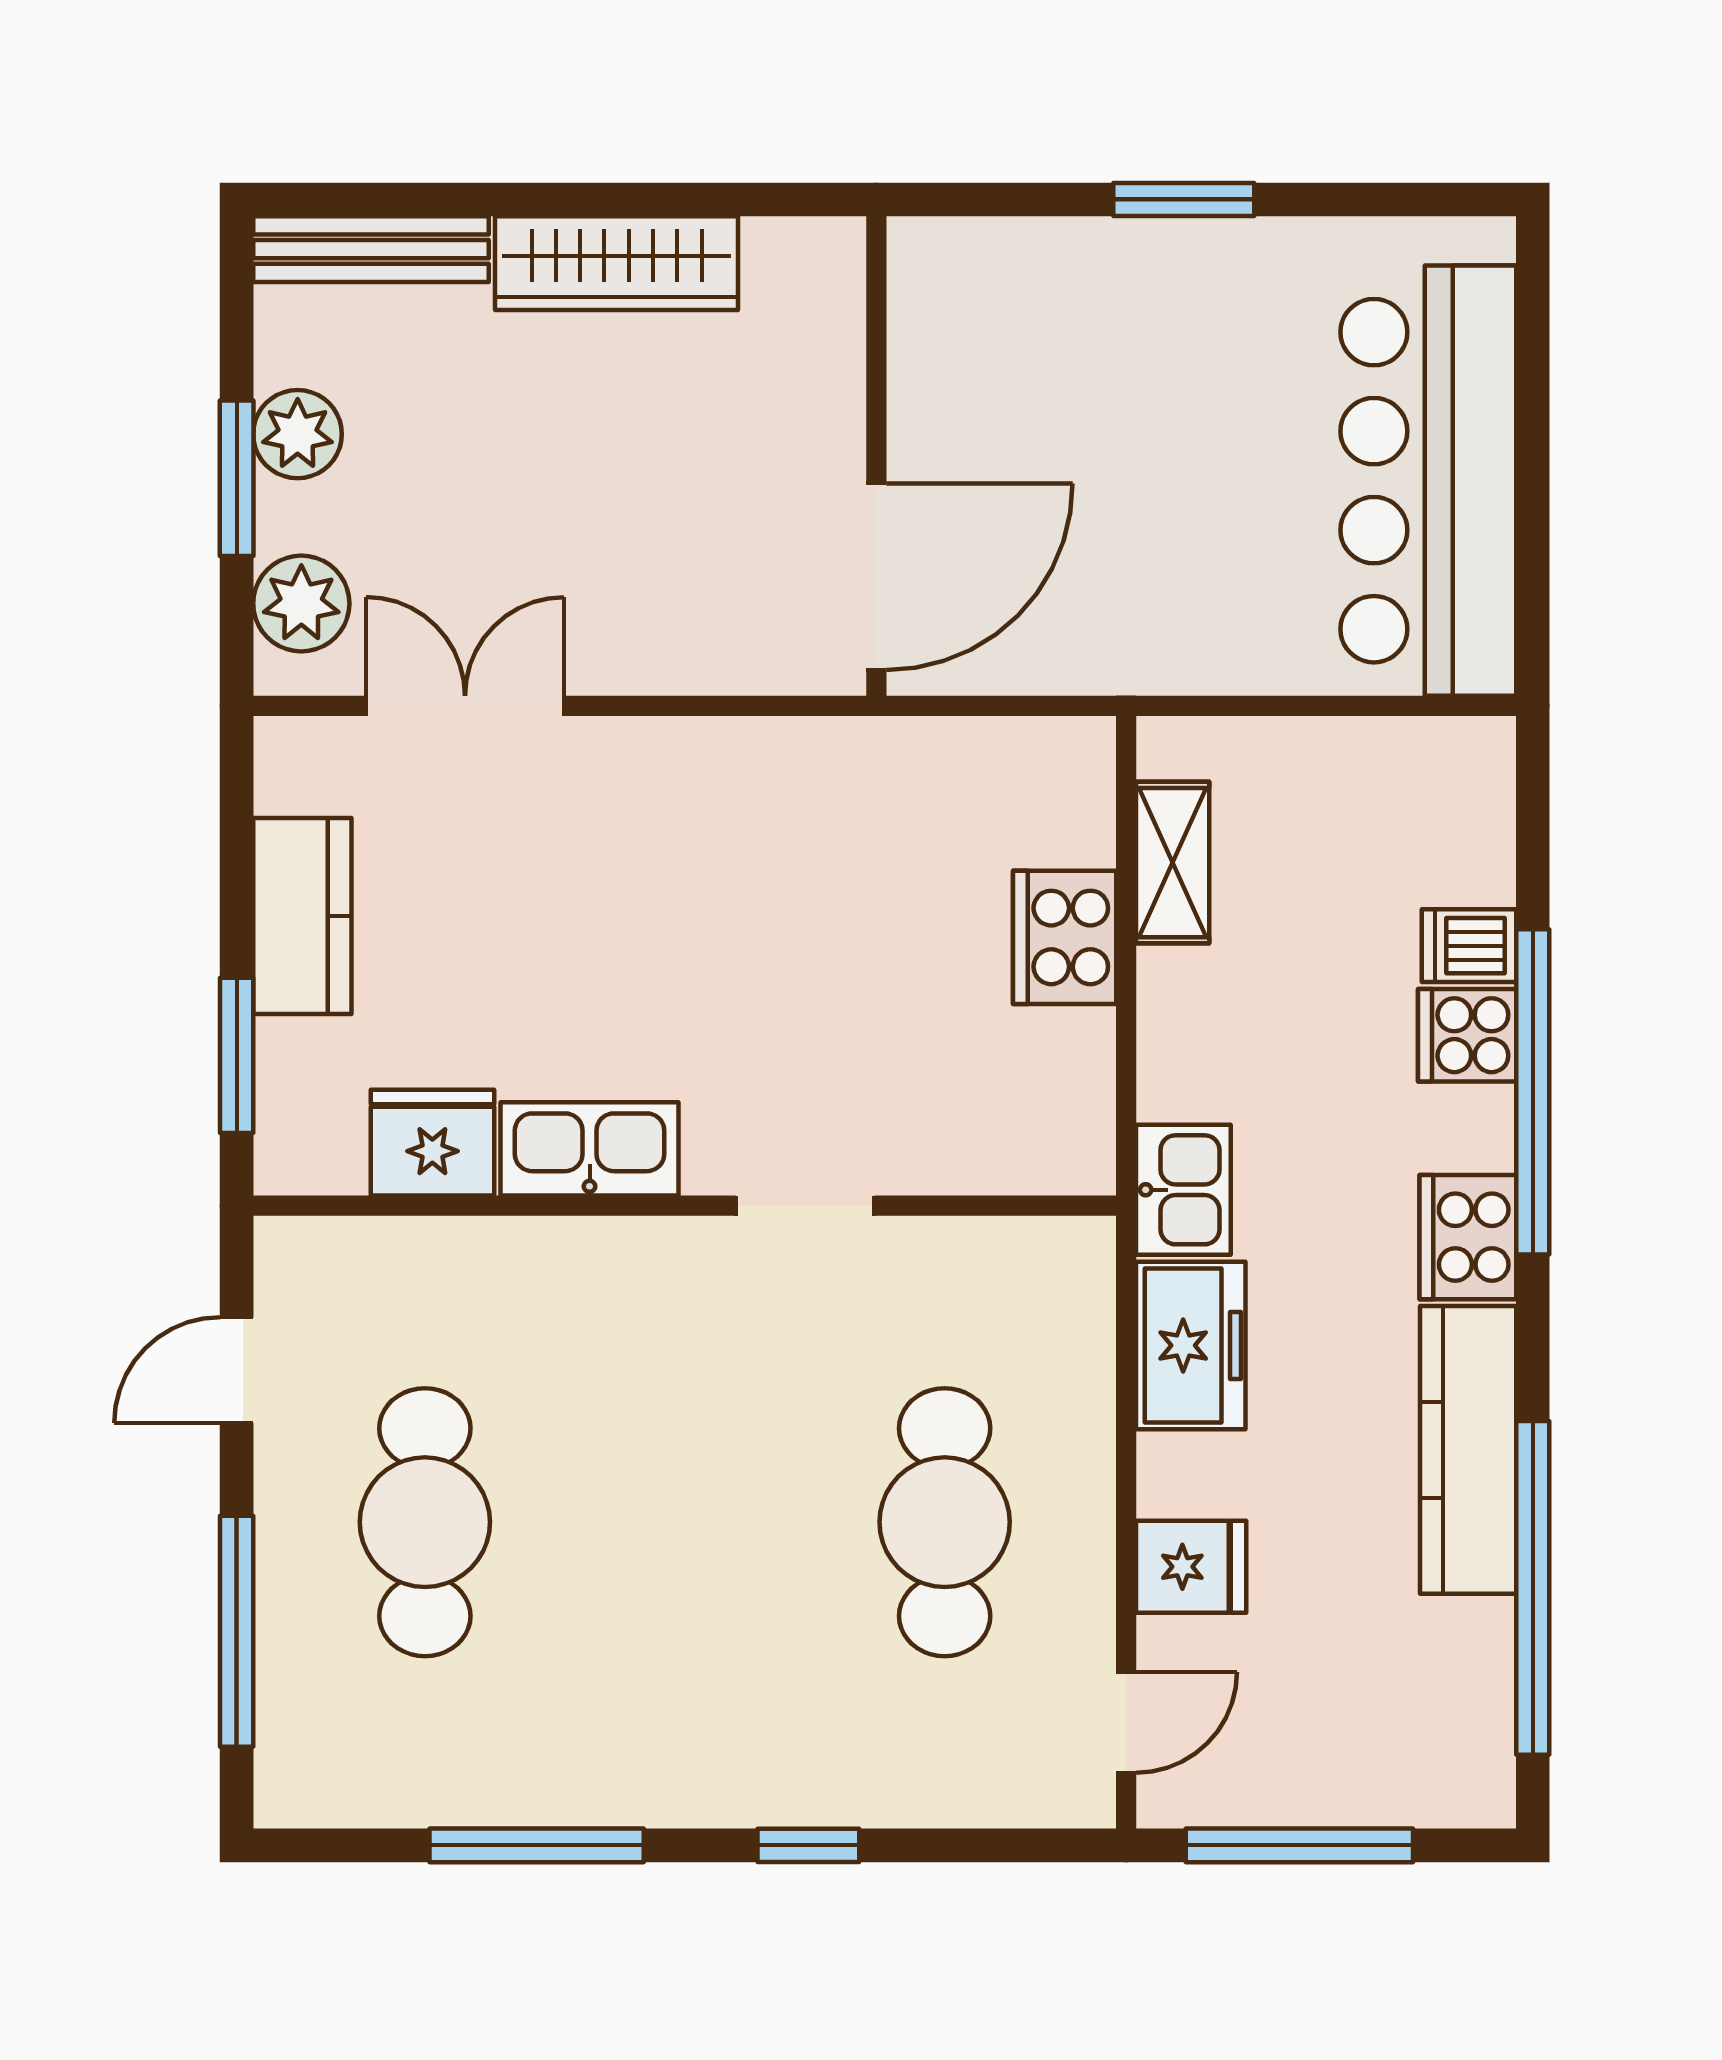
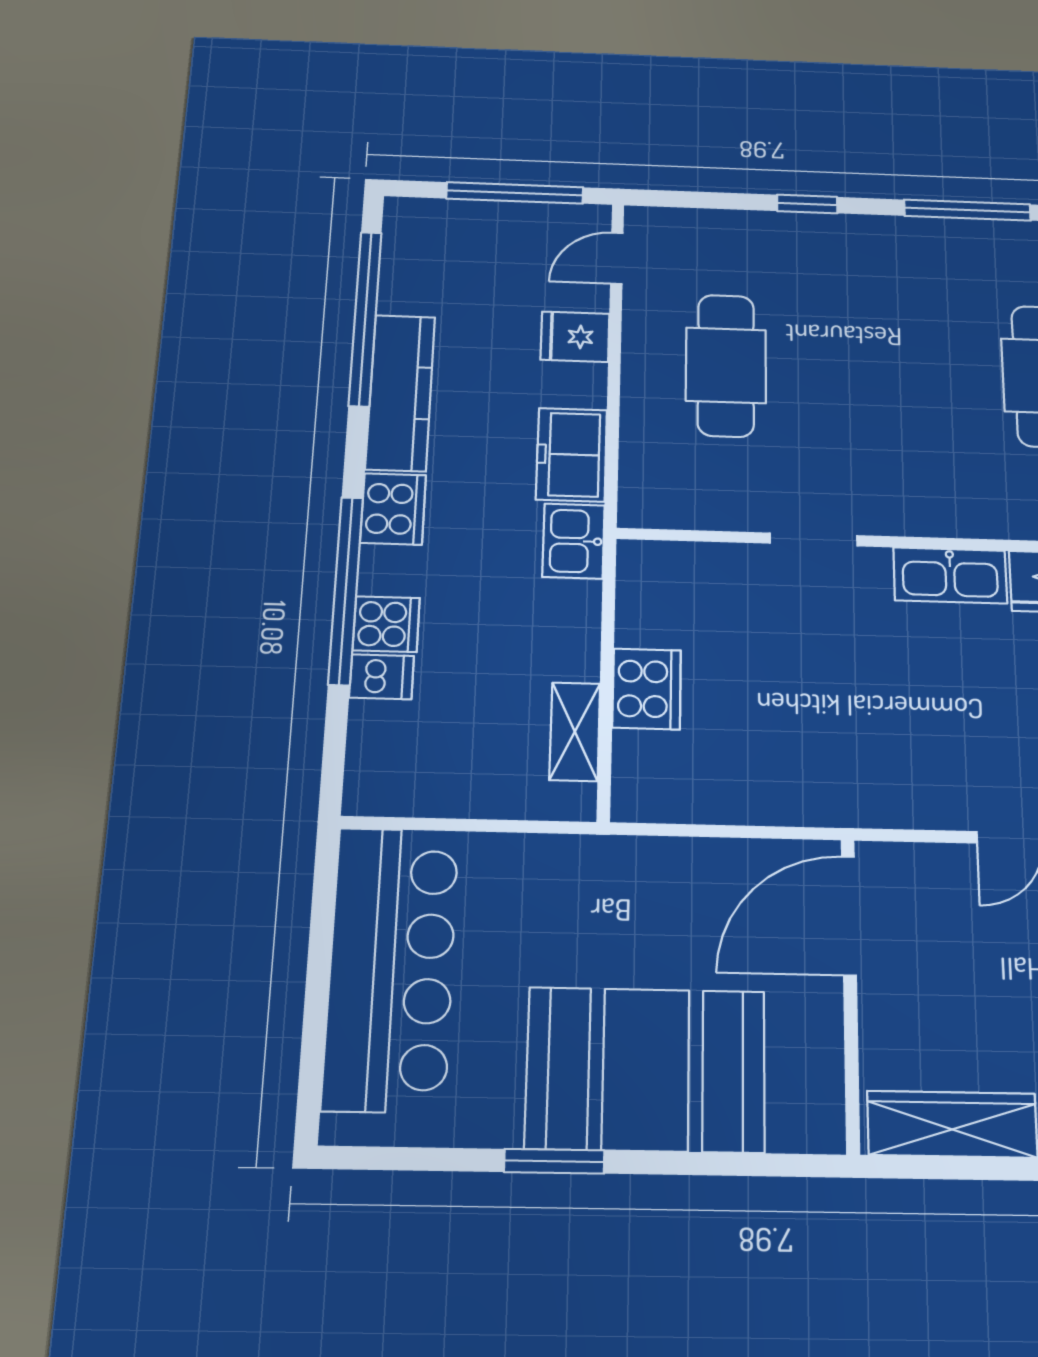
booth: (1057, 336) -> (646, 1069), added
wall: (876, 456) -> (850, 993), moved
door: (876, 577) -> (849, 916), moved

